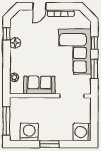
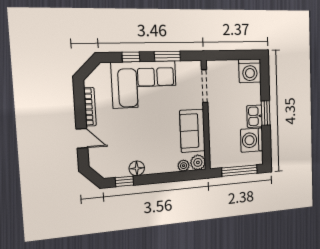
plant: (16, 88) -> (198, 162), added
kitchen sink: (47, 135) -> (254, 116), added

